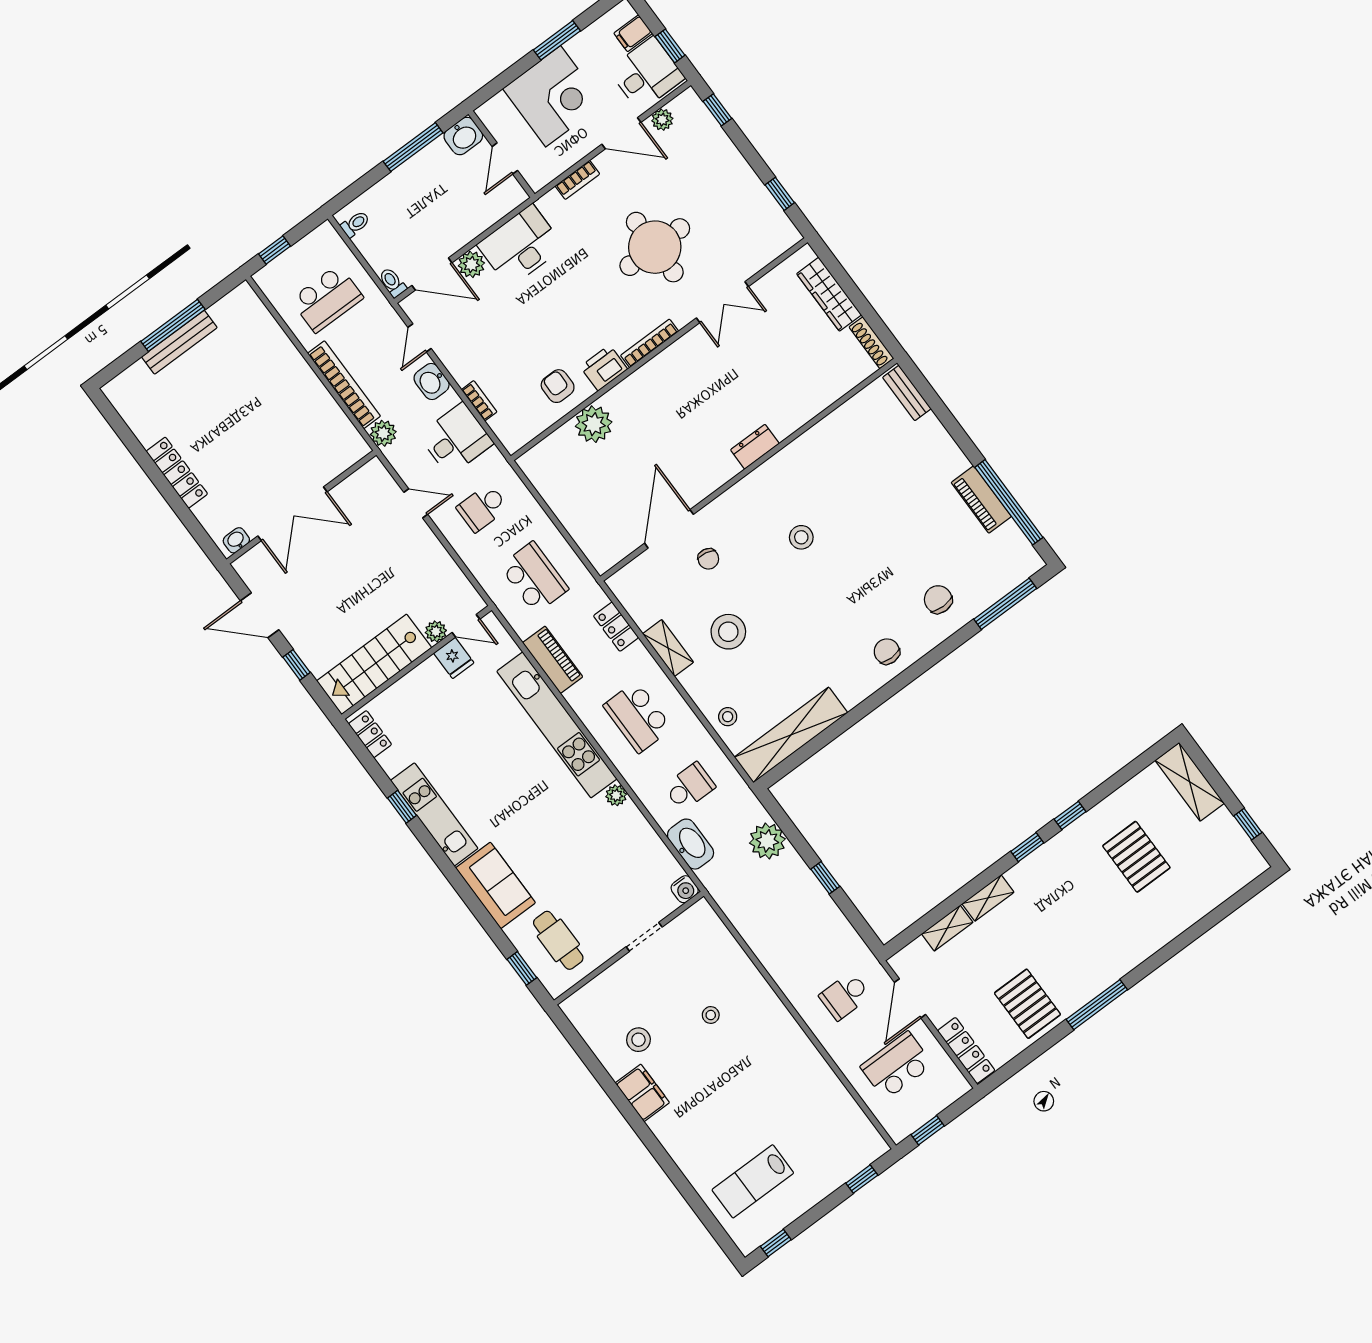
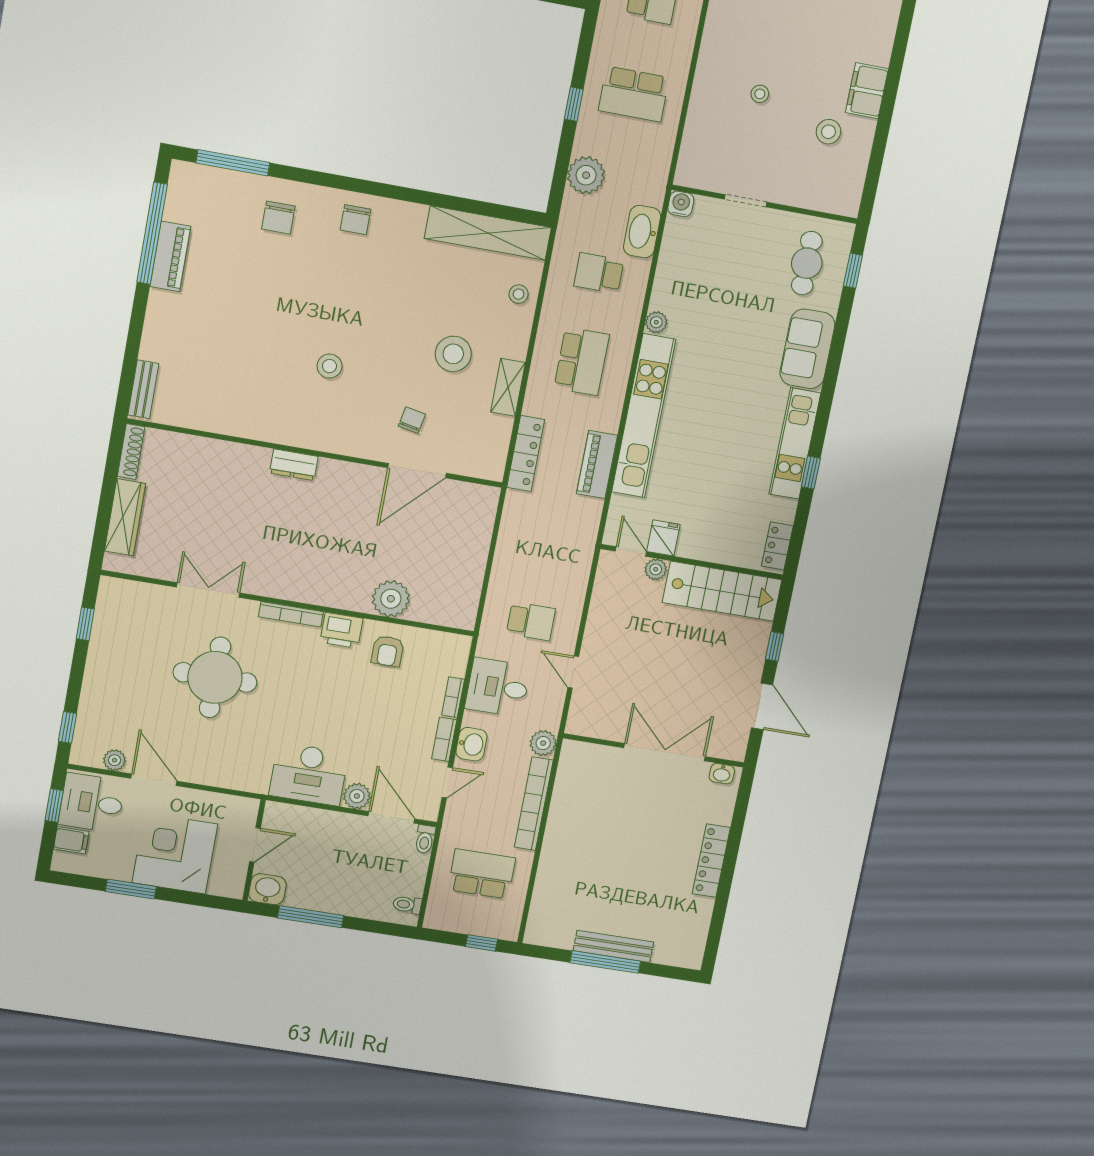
bookcase: (577, 180) -> (444, 739), moved, turned -90
school desk: (534, 578) -> (634, 94), moved, turned -90
locker: (616, 627) -> (526, 453), width x1.53

